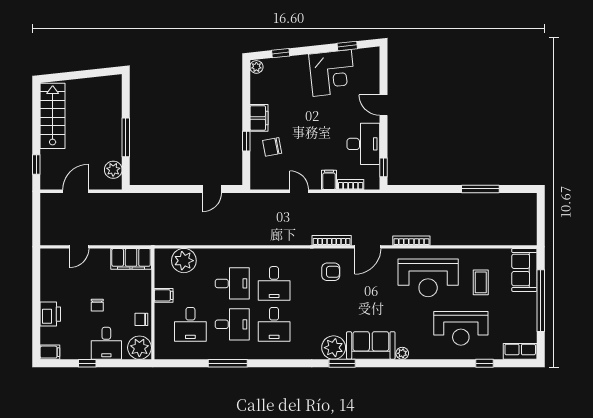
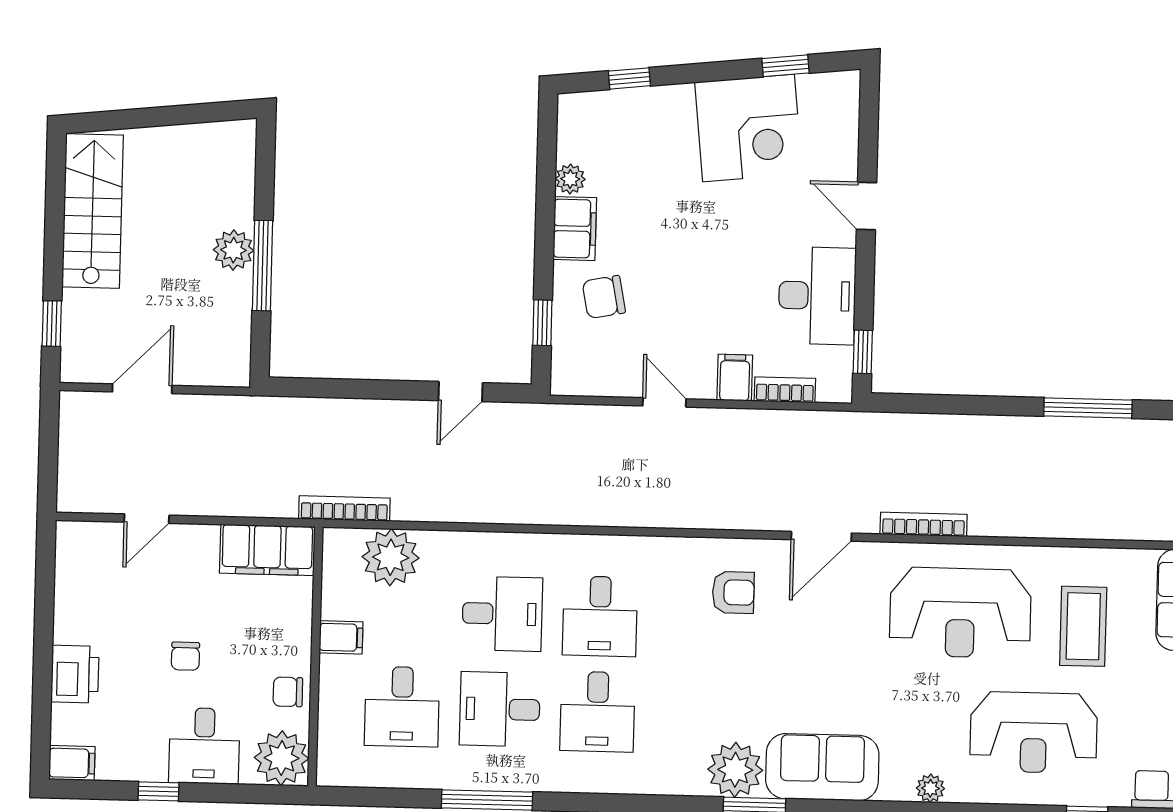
plant: (256, 67) -> (570, 179), moved
window: (246, 141) -> (542, 323), moved
plant: (113, 170) -> (233, 250), moved
bookcase: (332, 240) -> (344, 509), moved
coffee table: (481, 282) -> (1083, 626), width x1.36, depth x1.30
desk: (232, 324) -> (500, 709), turned 180
plant: (402, 353) -> (930, 788), moved

